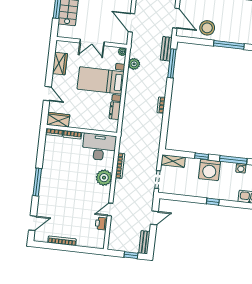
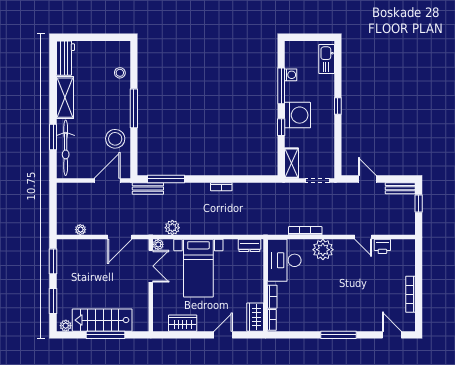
double door: (92, 42) -> (151, 266), moved
dresser: (115, 111) -> (249, 245), moved

